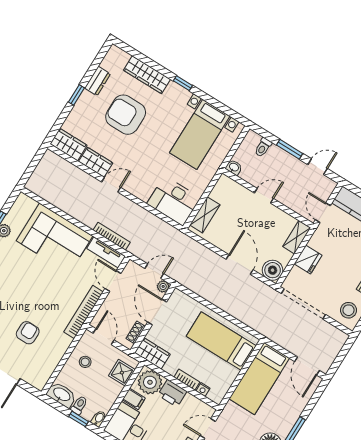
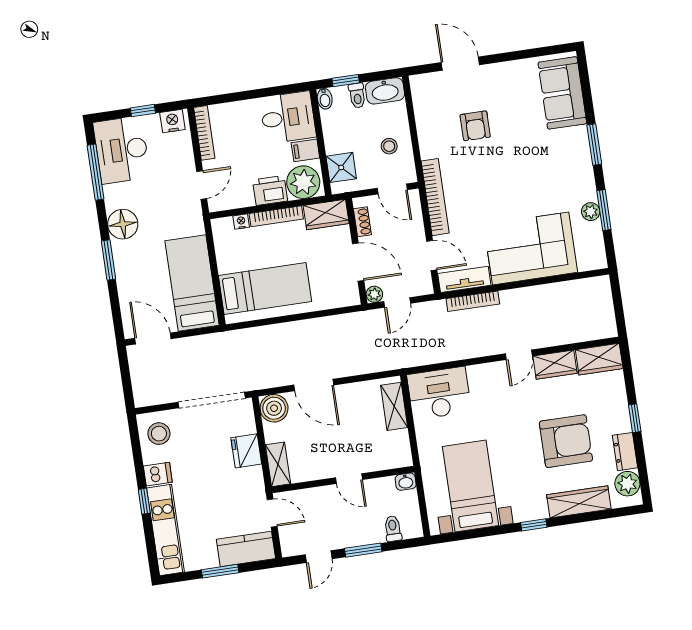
plant: (111, 62) -> (627, 484), added
door: (264, 196) -> (349, 479), hinge flipped
bookcase: (187, 380) -> (276, 216), width x1.56

